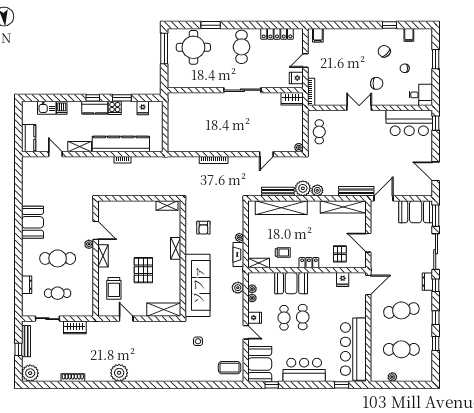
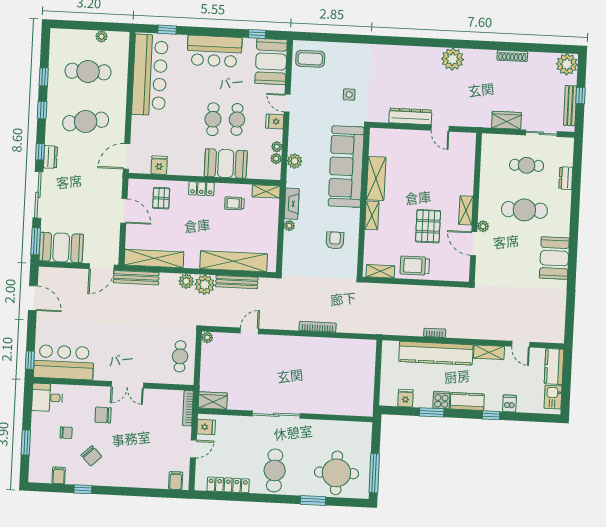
window: (93, 98) -> (491, 415), moved
kitchen sink: (47, 108) -> (553, 397), moved, turned -90
pallet: (143, 270) -> (428, 226), moved
trolley: (114, 288) -> (415, 266), moved, turned -90
shelving: (164, 310) -> (376, 178), moved, turned 90
dresser: (150, 327) -> (410, 116), added

